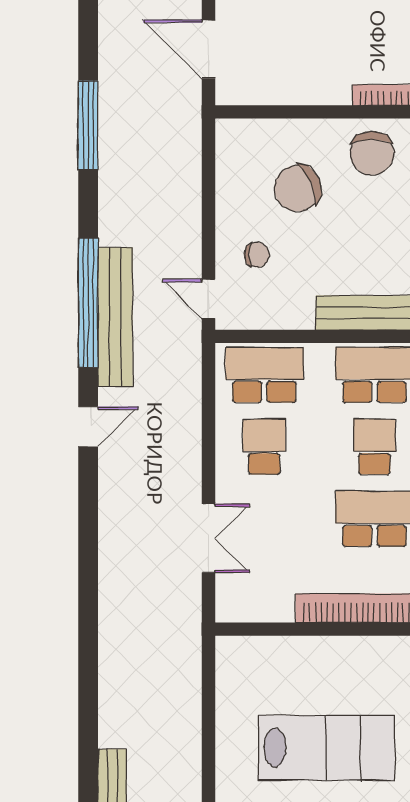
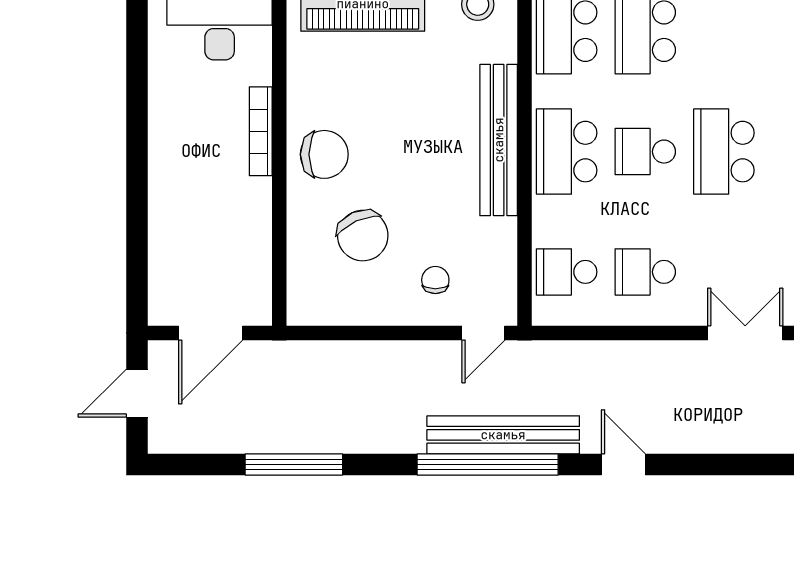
school desk: (264, 375) -> (567, 272), width x0.54

